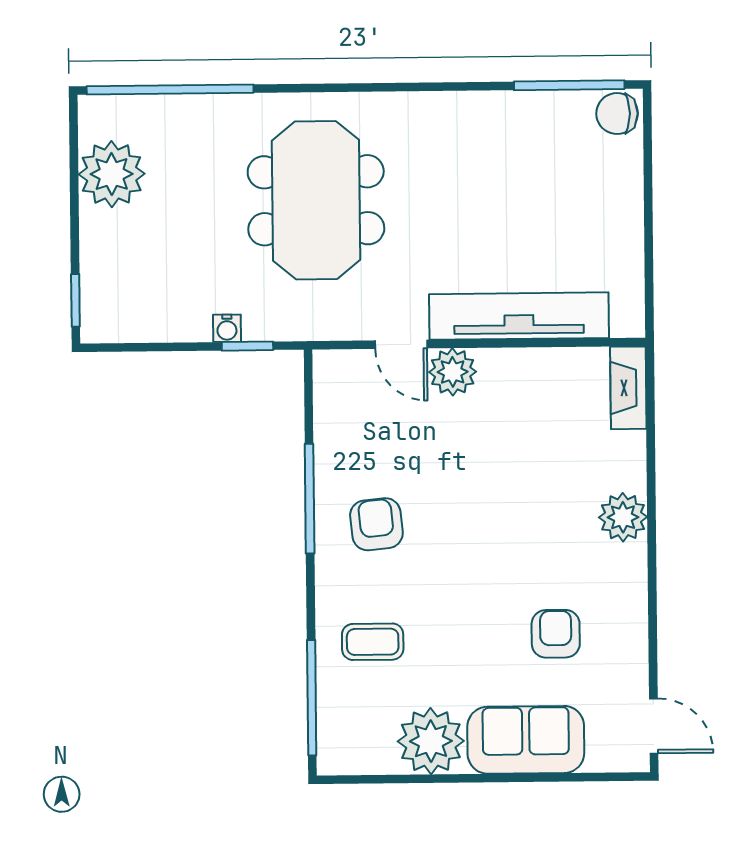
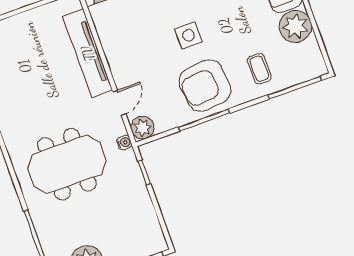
water cooler: (227, 328) -> (124, 143), moved
plant: (453, 372) -> (142, 128), moved
armchair: (376, 524) -> (205, 86), width x1.88, depth x1.88
side table: (486, 526) -> (188, 35), added

